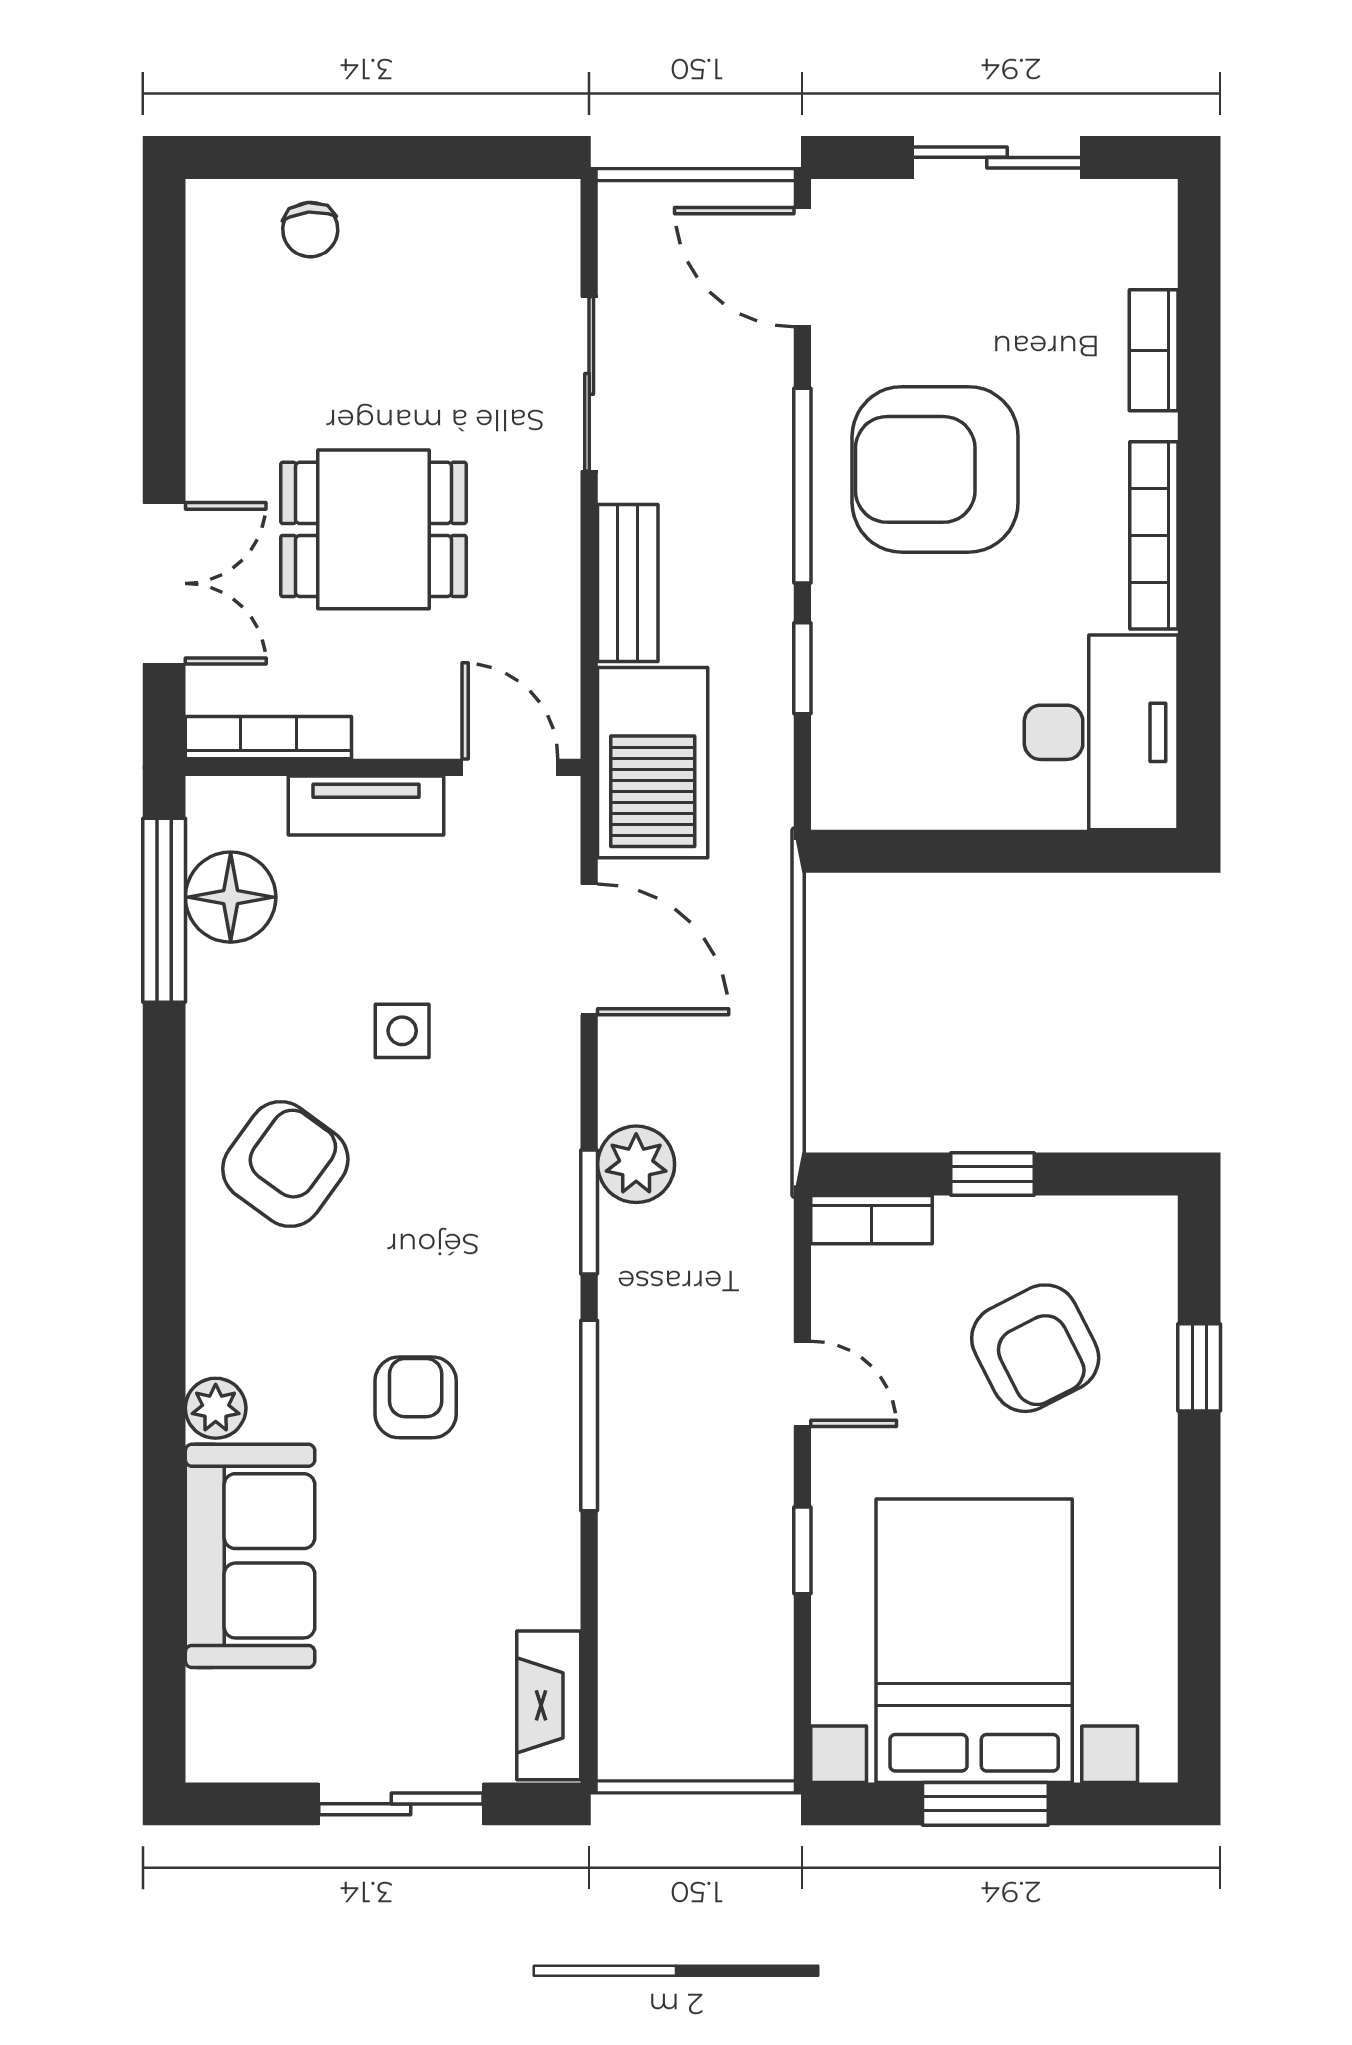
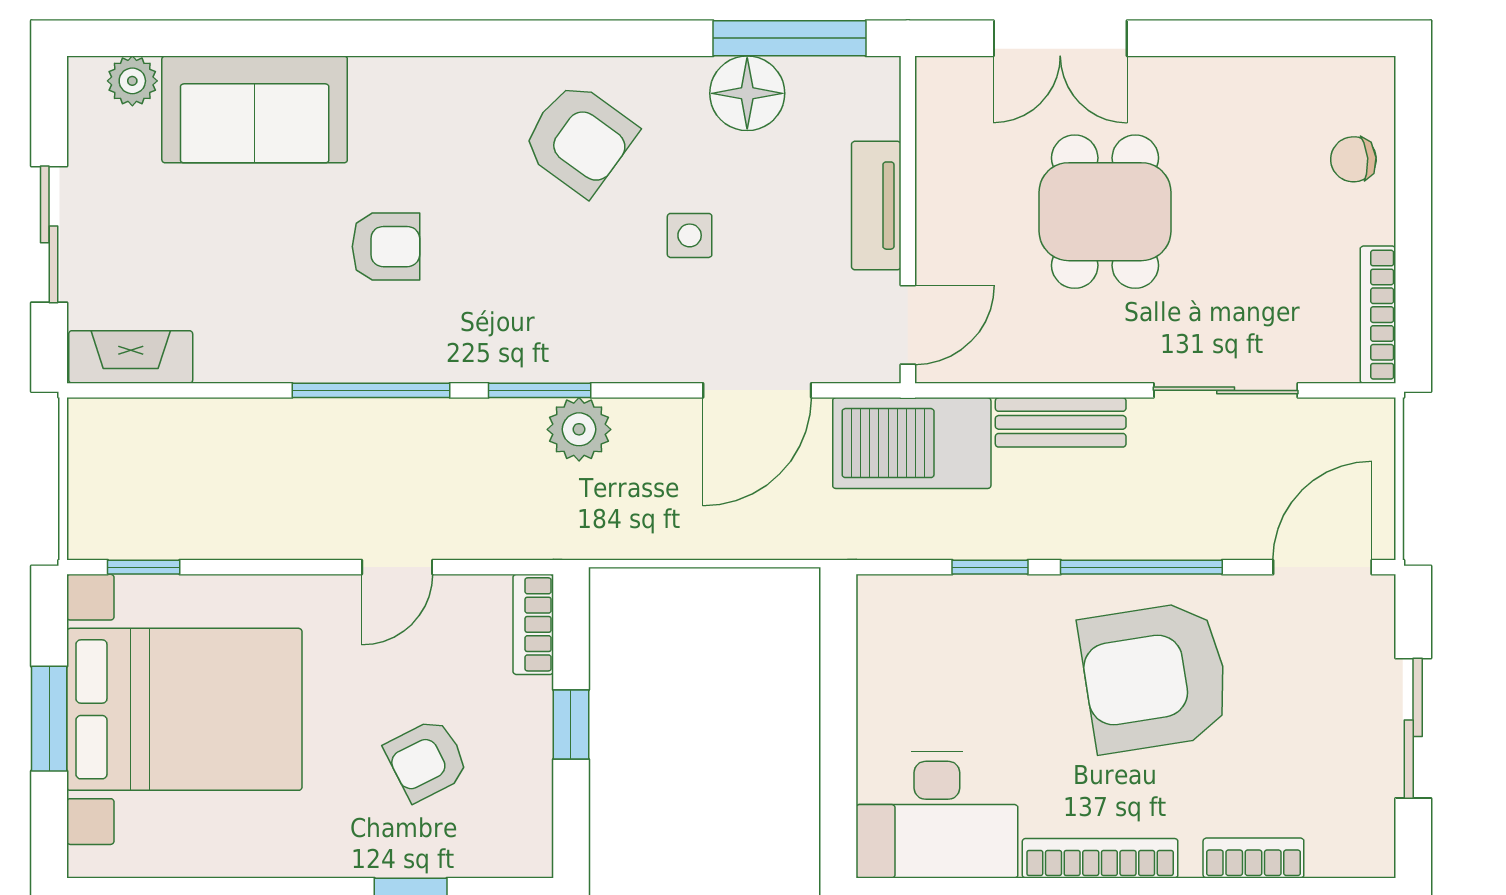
armchair: (935, 469) -> (1155, 677), turned -99
bookcase: (268, 738) -> (1378, 315), moved, turned 180
floor lamp: (231, 897) -> (747, 93), moved
armchair: (1035, 1348) -> (427, 760), width x0.72, depth x0.72
plant: (216, 1408) -> (132, 81), moved
window: (802, 1550) -> (144, 567), moved

